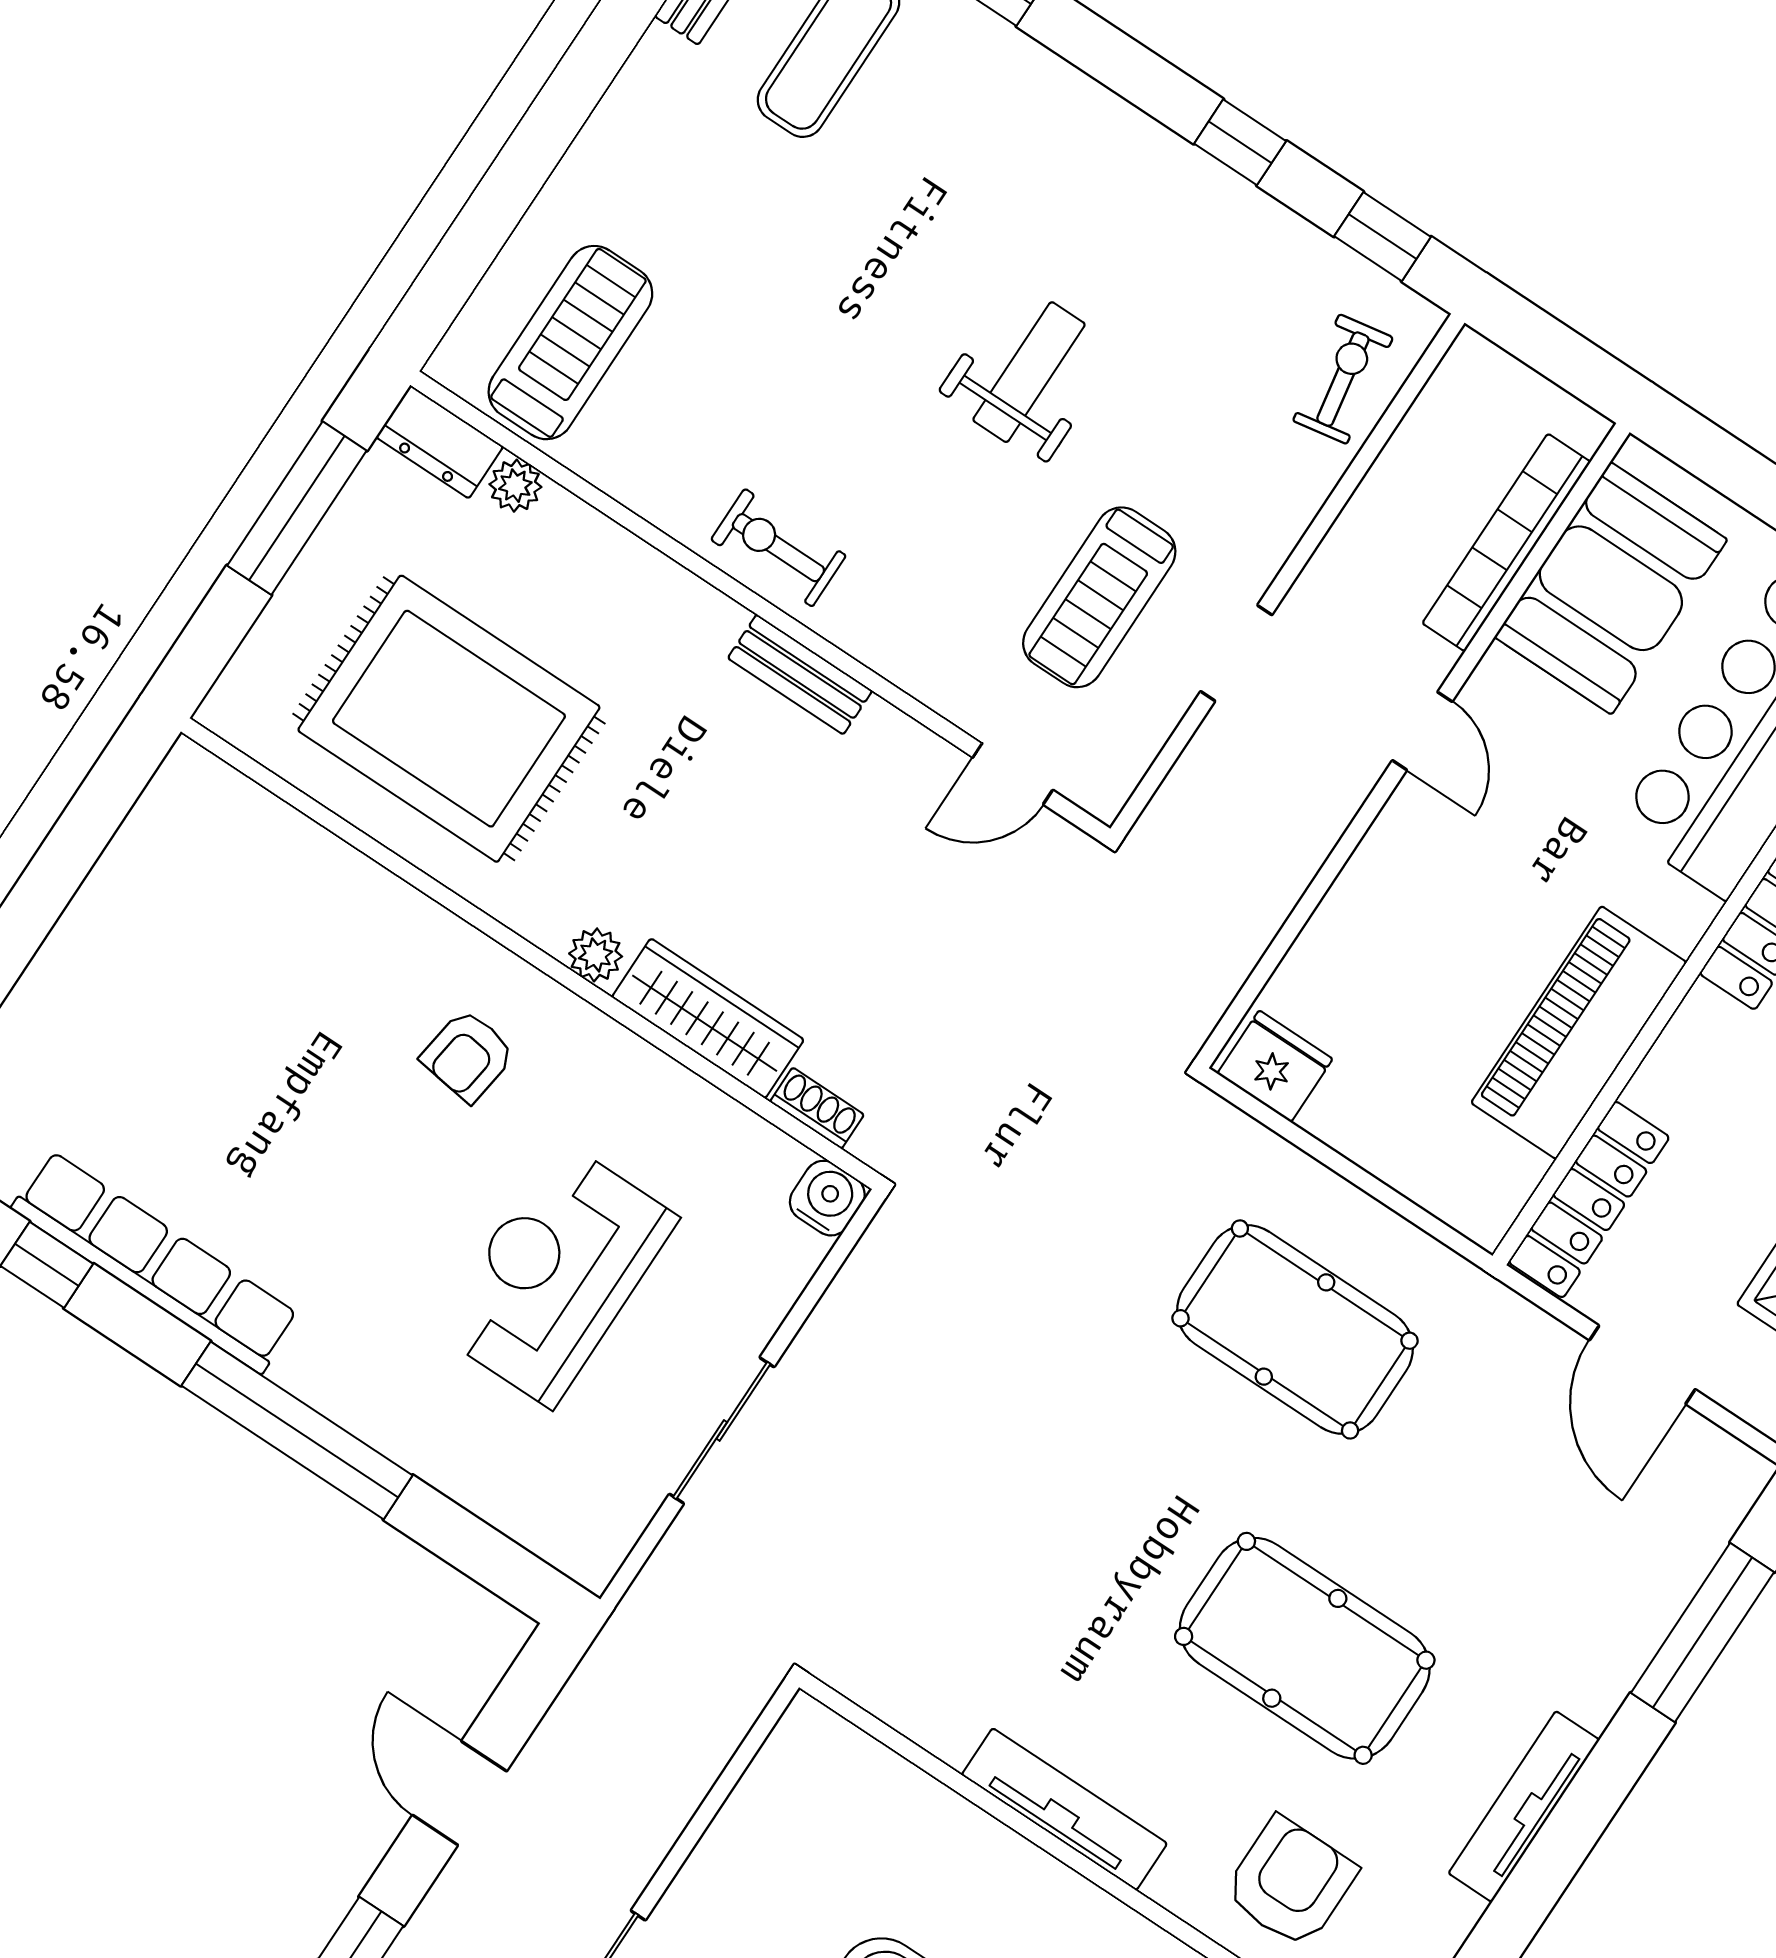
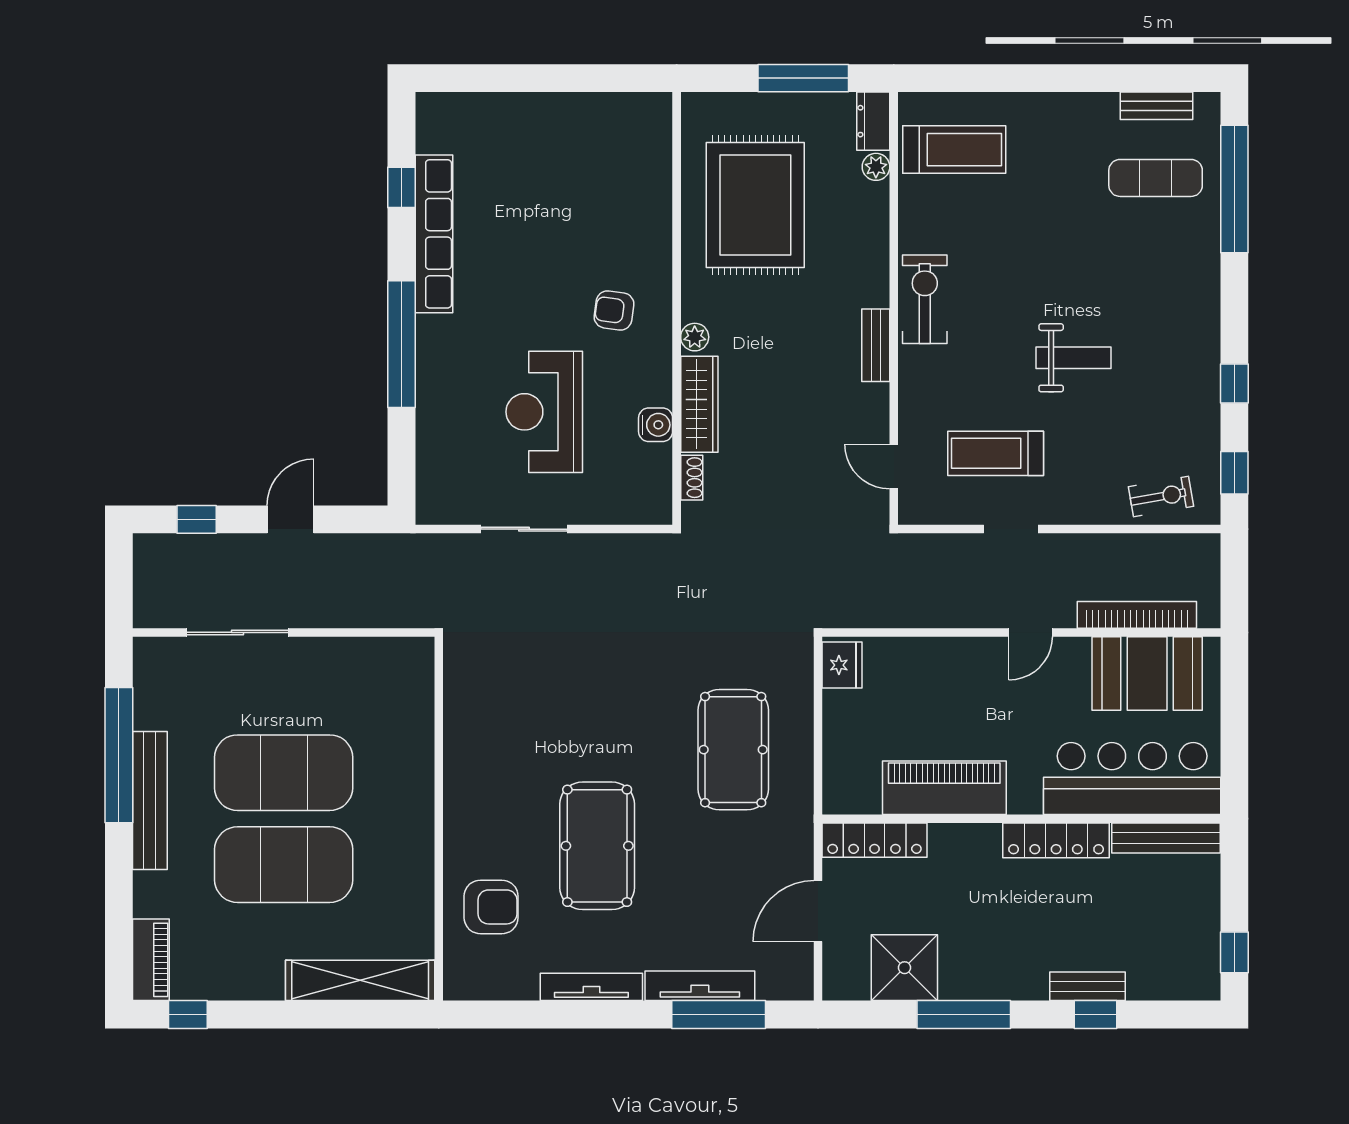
exercise bike: (778, 548) -> (925, 299), width x1.38, depth x1.39
water cooler: (827, 1198) -> (656, 425), moved
reception desk: (556, 1274) -> (544, 412), turned -90
tv unit: (1064, 1809) -> (700, 986), moved, turned -90

